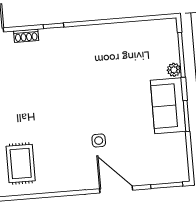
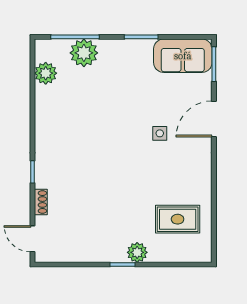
plant: (146, 30) -> (46, 73), added
plant: (174, 70) -> (84, 53), width x1.88, depth x1.88
sofa: (168, 106) -> (183, 56), moved

